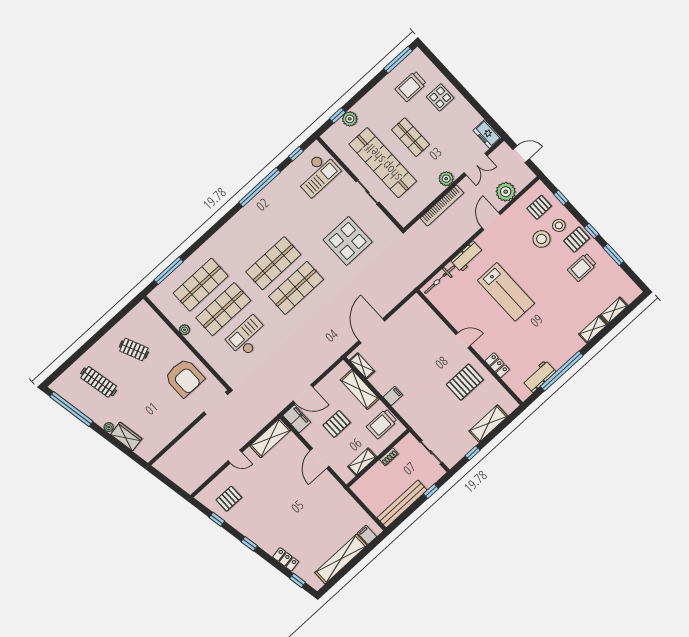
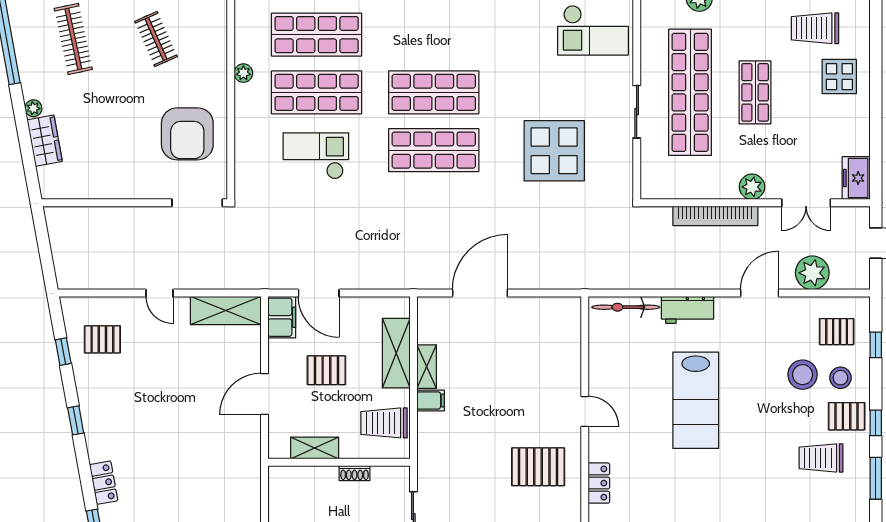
shelving: (362, 366) -> (427, 367), moved

